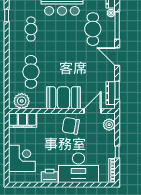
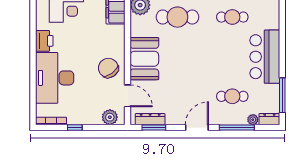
cafe table: (93, 29) -> (232, 96), width x0.73, depth x0.74
chair: (71, 126) -> (108, 68), turned -46

